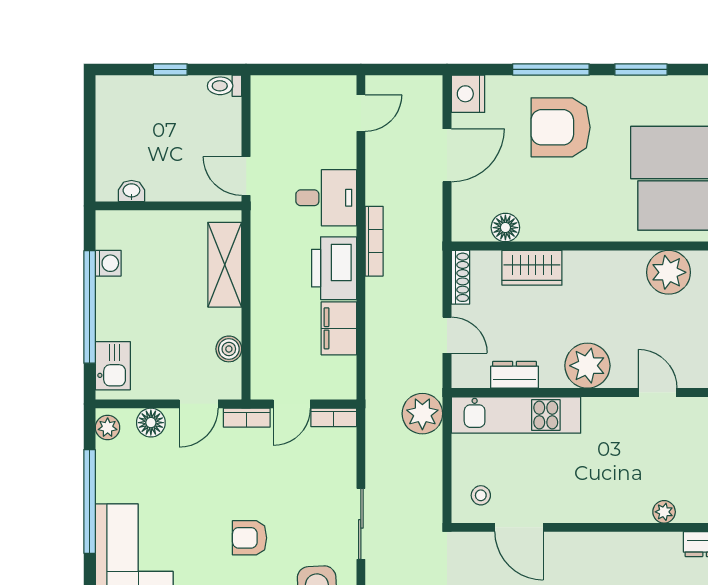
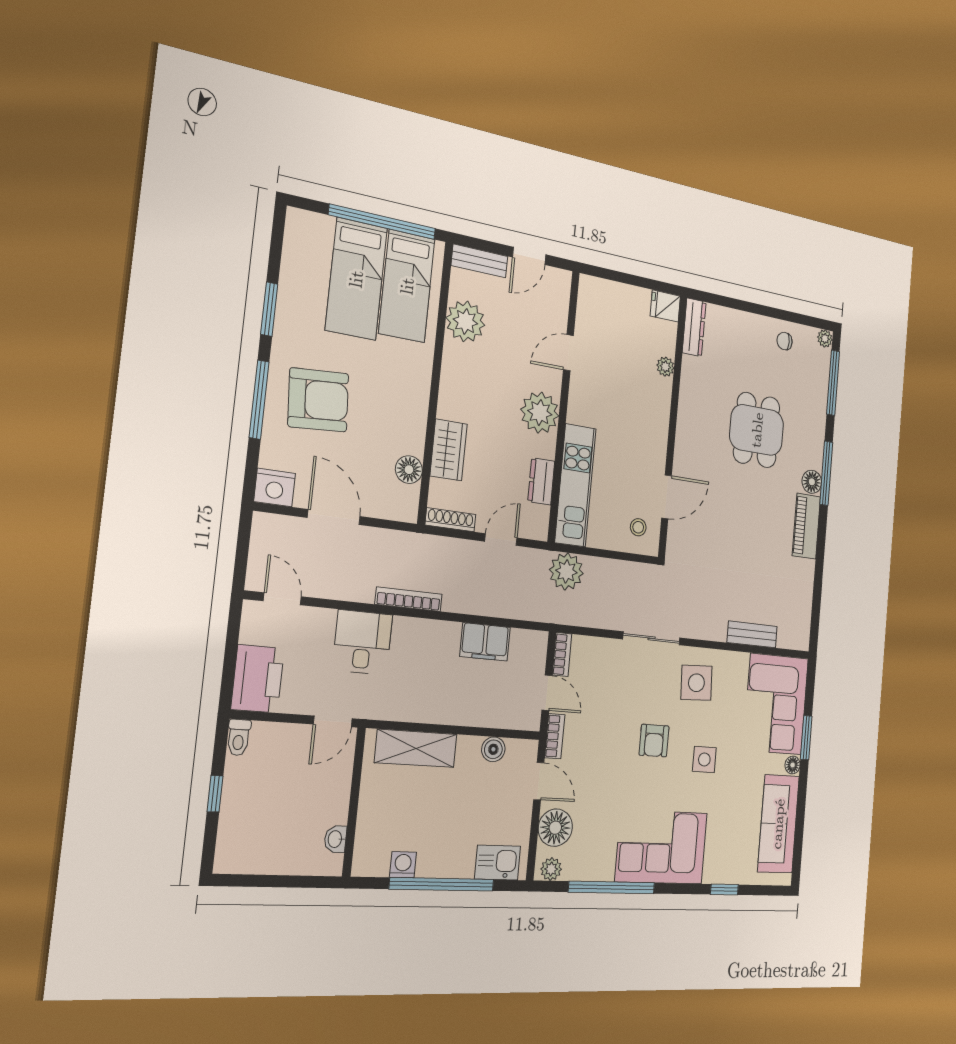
armchair: (561, 127) -> (318, 400), turned -94
printer: (334, 268) -> (258, 679), moved, turned -90
floor lamp: (151, 423) -> (555, 828), width x1.38, depth x1.38

